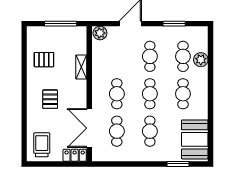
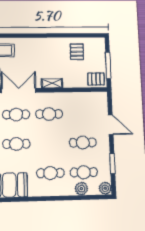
plant: (100, 33) -> (105, 188), moved
shelving: (81, 67) -> (52, 83), moved
cafe table: (150, 94) -> (50, 143), removed
pallet: (50, 99) -> (96, 79), moved

